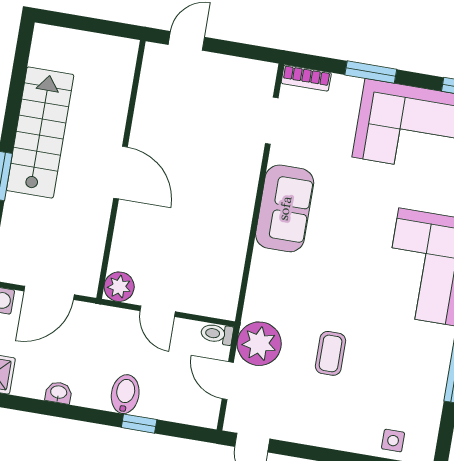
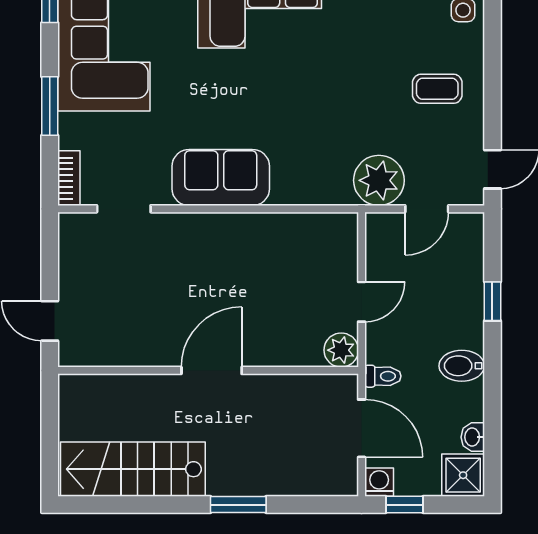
stairs: (40, 133) -> (133, 469), moved
toilet: (217, 334) -> (383, 376), moved, turned -90
coffee table: (331, 353) -> (437, 89), moved
washbasin: (59, 393) -> (473, 437), moved
bidet: (125, 394) -> (462, 366), moved

